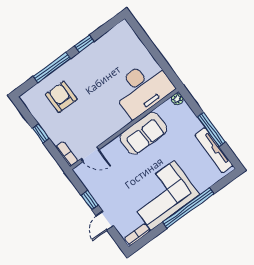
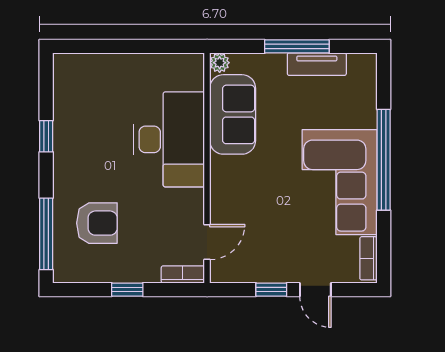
window: (52, 67) -> (46, 234), moved
desk: (143, 88) -> (169, 139), moved
armchair: (61, 97) -> (97, 223), turned 180
sofa: (143, 133) -> (233, 114), moved
tv unit: (214, 150) -> (317, 64), width x0.71

